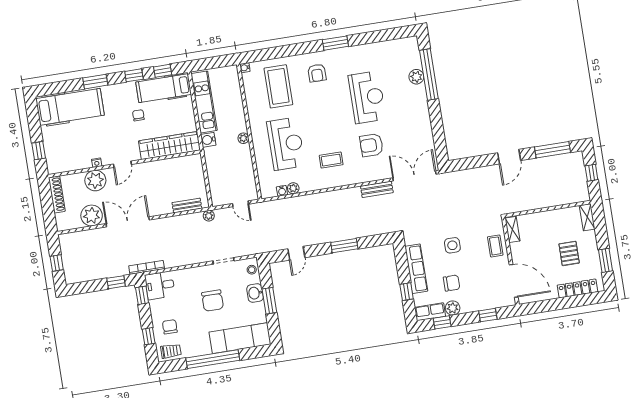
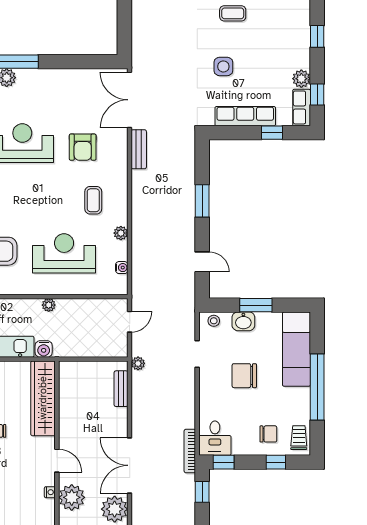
plant: (293, 188) -> (121, 233), moved
chair: (452, 283) -> (270, 75), removed
chair: (213, 301) -> (244, 376), turned 180
chair: (170, 327) -> (268, 434), turned 180

